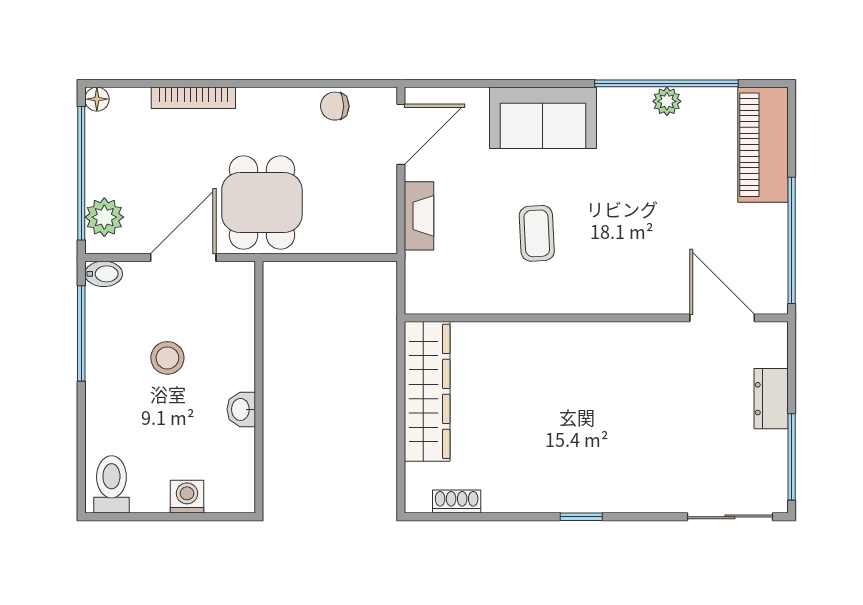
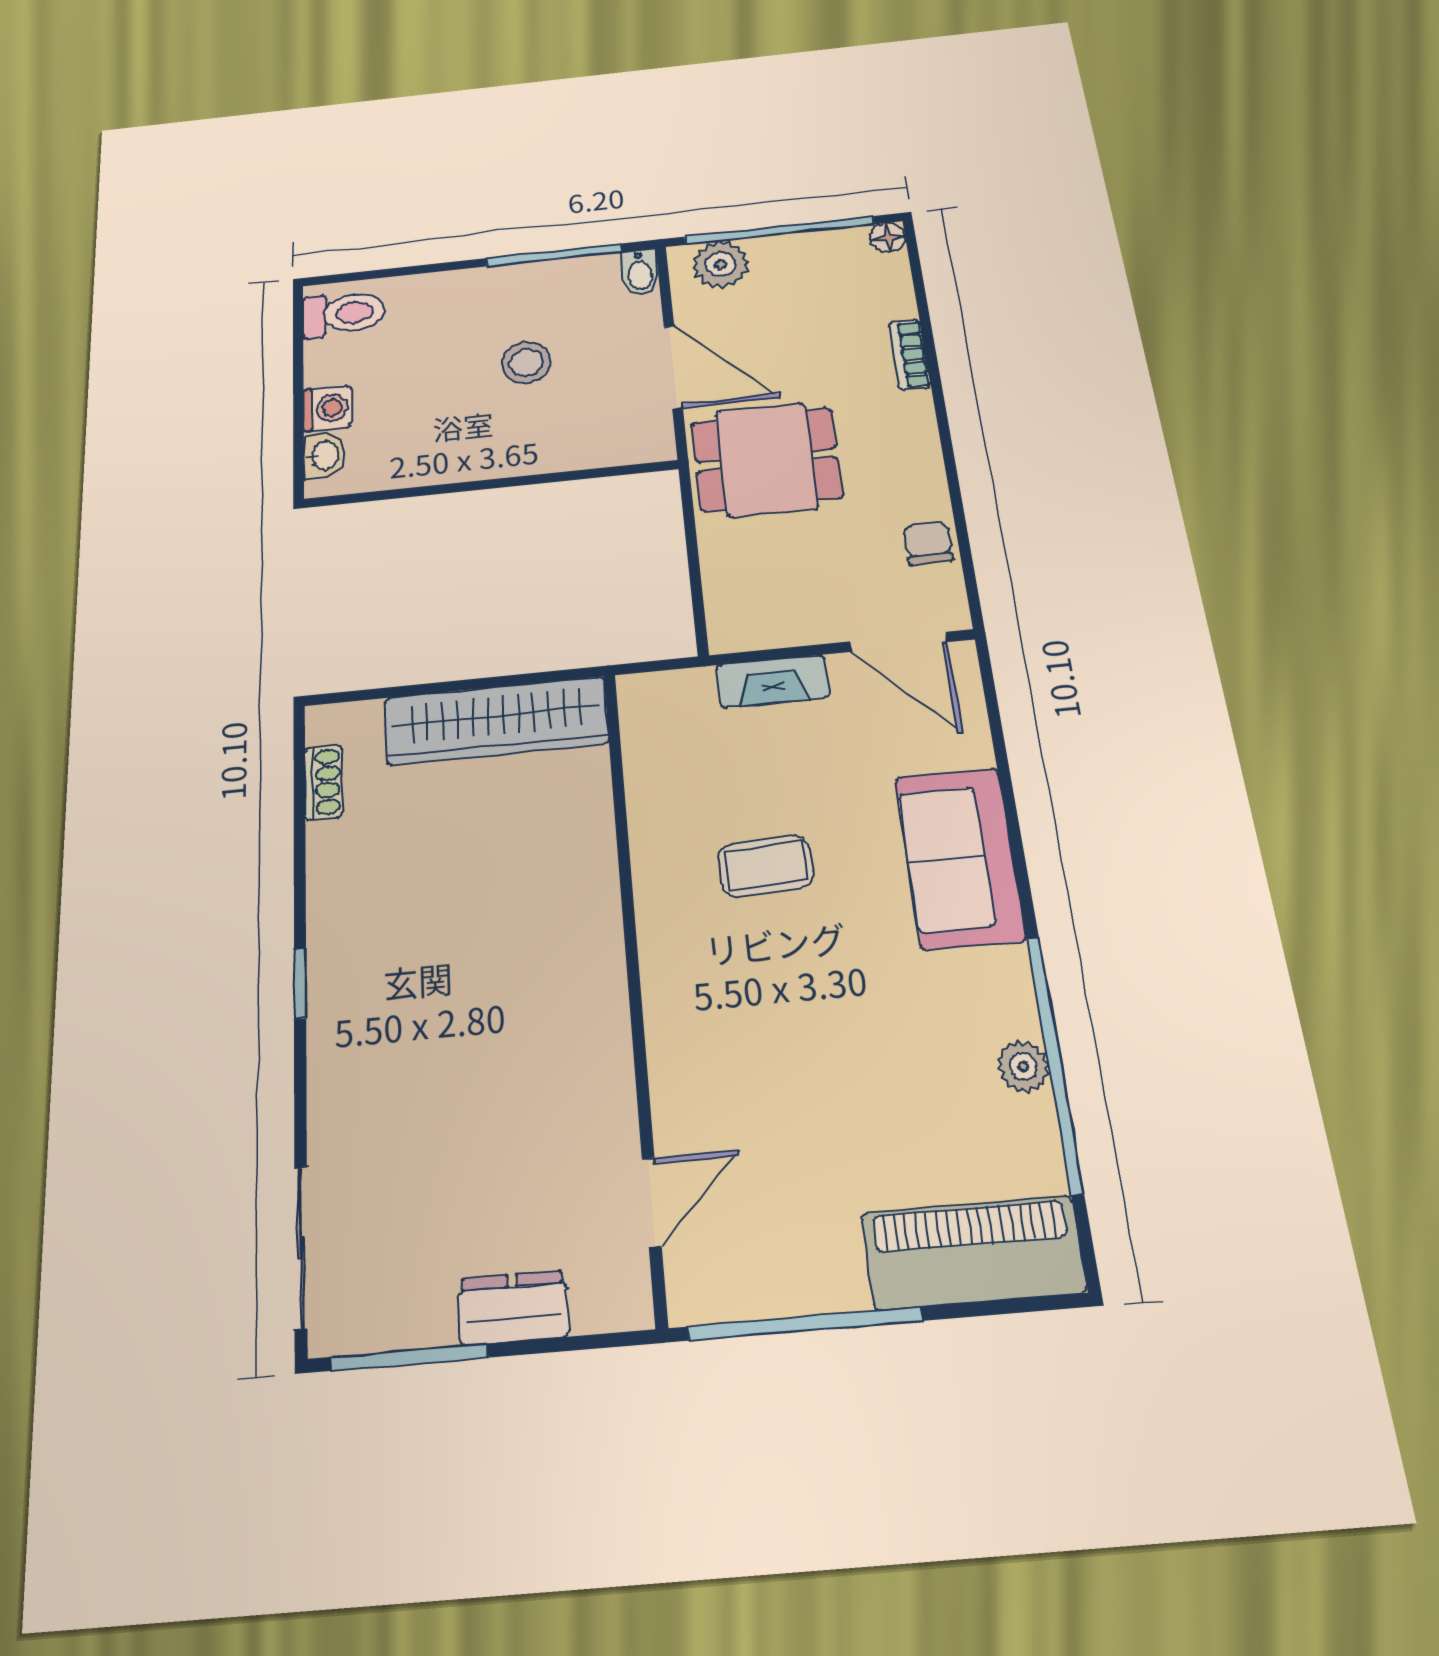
bookcase: (193, 98) -> (909, 355), width x0.64
door: (722, 318) -> (652, 1202), width x0.73
washbasin: (241, 409) -> (324, 455), moved, turned 90

